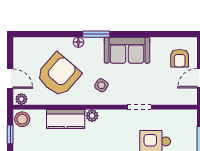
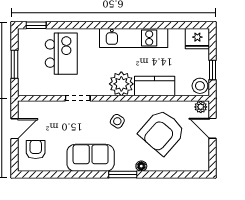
plant: (92, 116) -> (121, 84), width x1.87, depth x1.87

